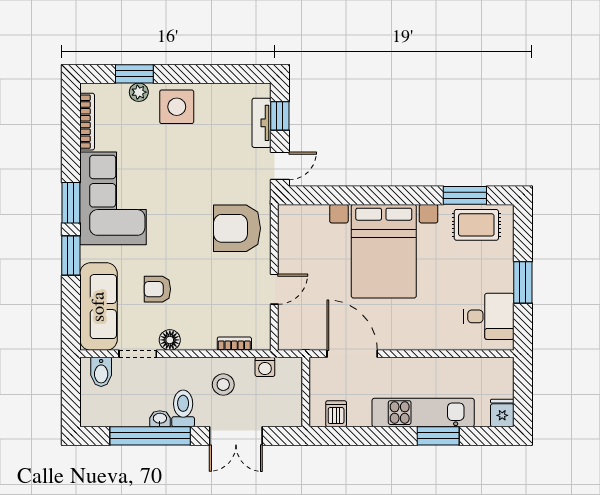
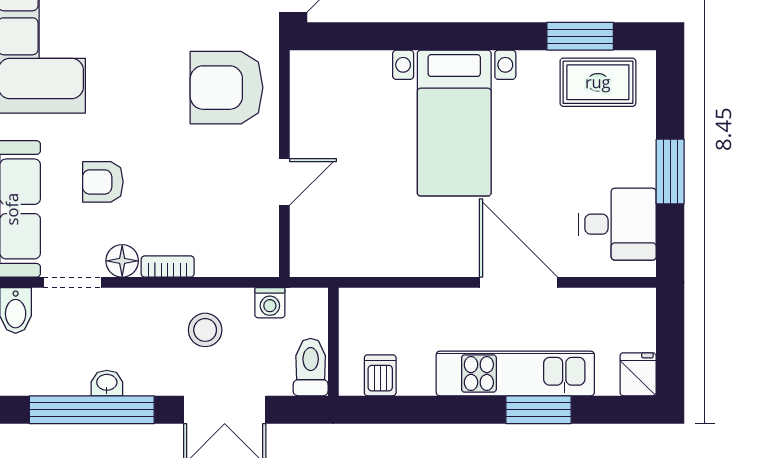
bed with nightstands: (384, 251) -> (454, 123), width x0.73
bookcase: (234, 344) -> (168, 267), moved
door: (352, 354) -> (519, 282), moved
toilet: (183, 408) -> (311, 367), moved

